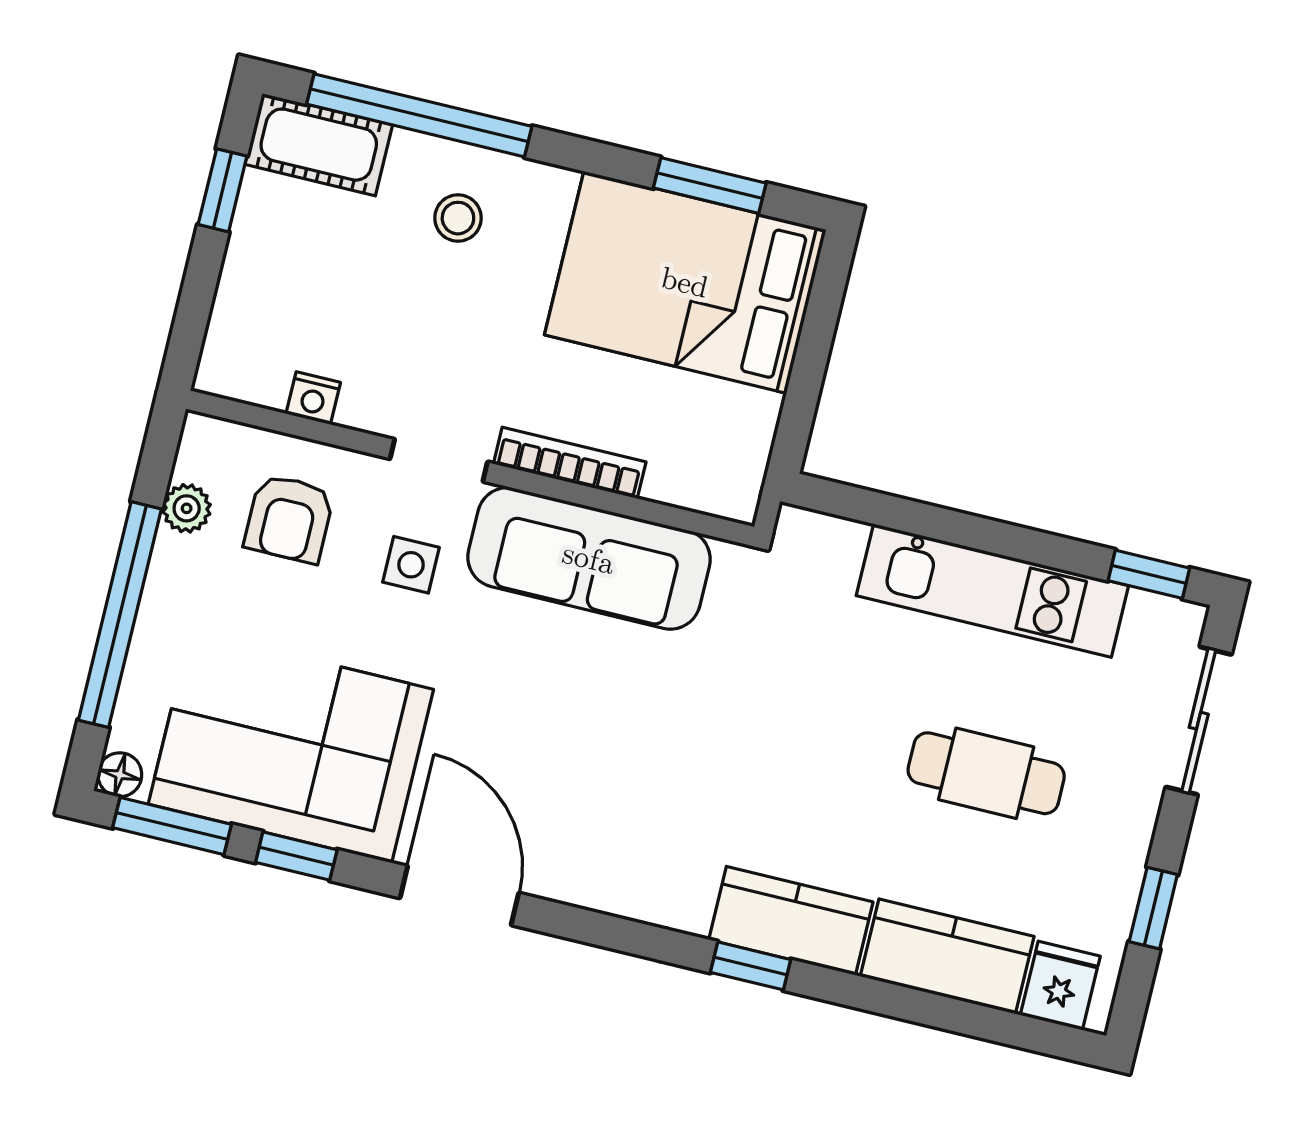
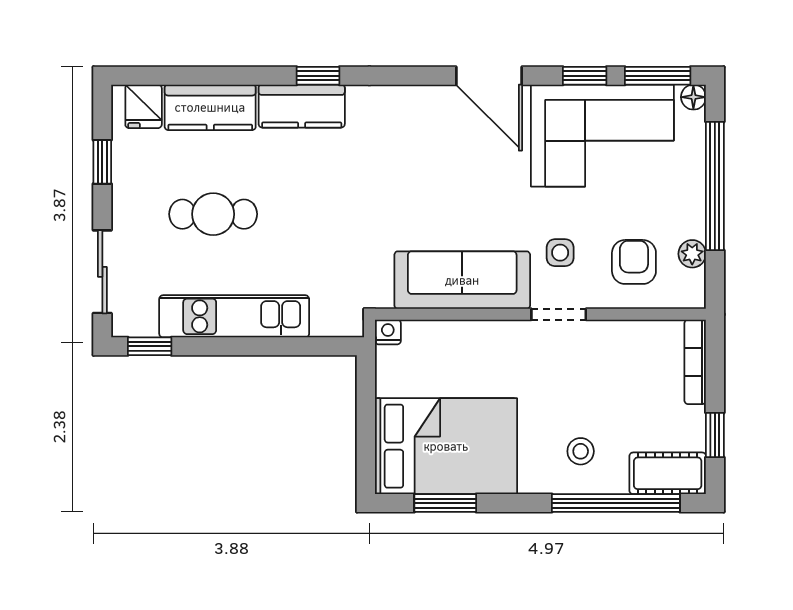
nightstand: (313, 398) -> (388, 332), moved
bookcase: (570, 463) -> (695, 362), moved, turned 90

